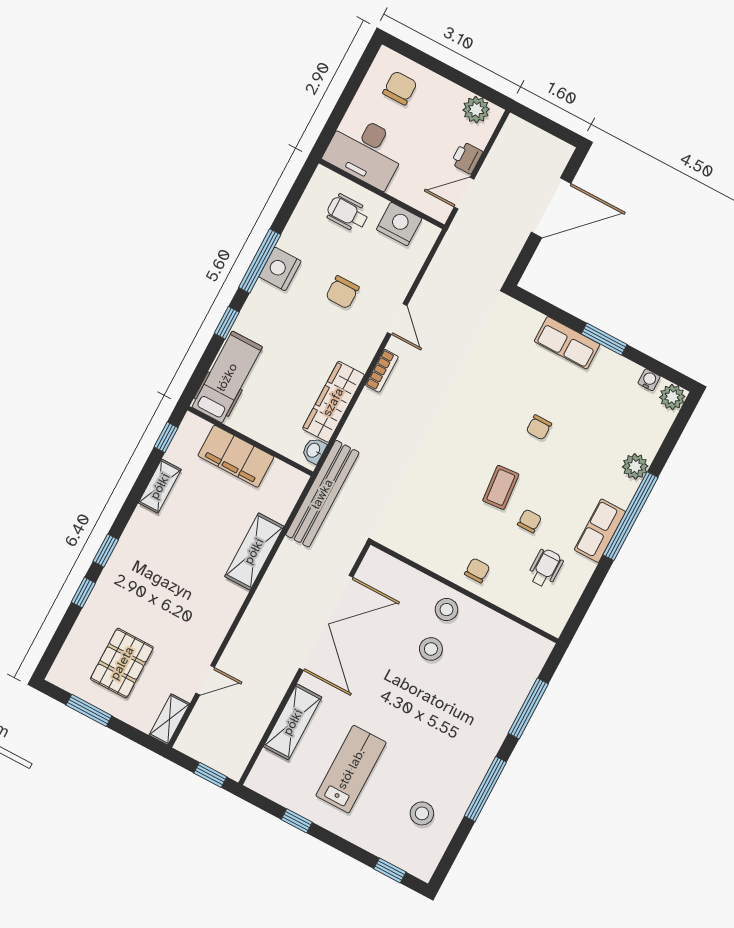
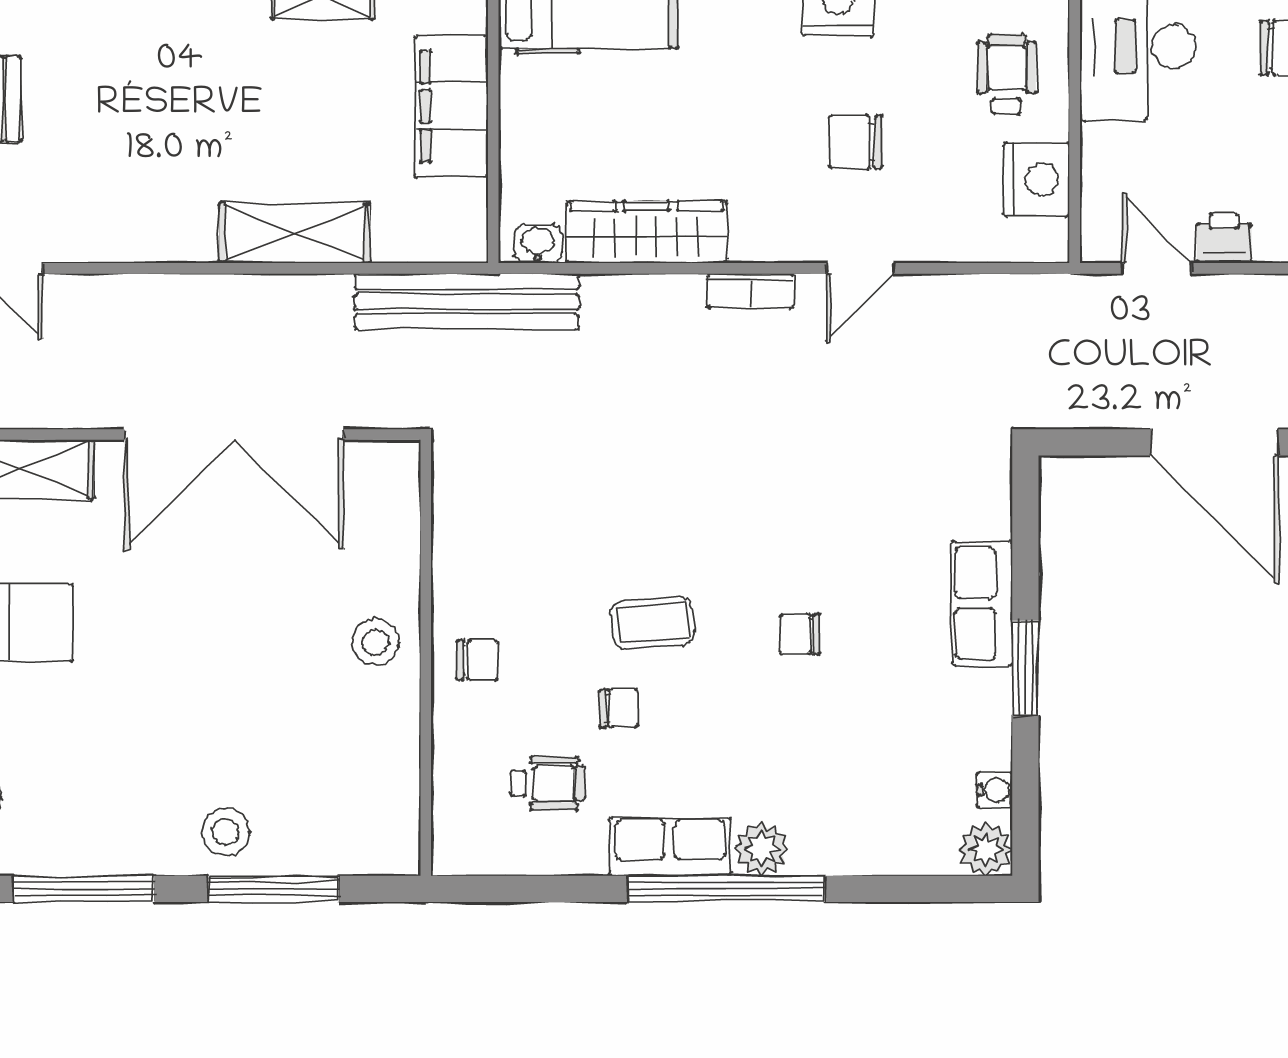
plant: (635, 466) -> (762, 849), moved
stool: (431, 649) -> (226, 832), moved

